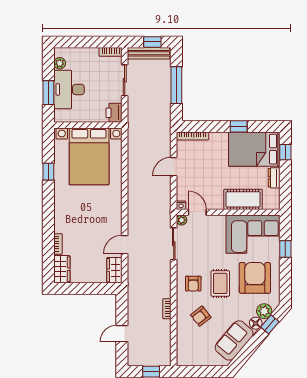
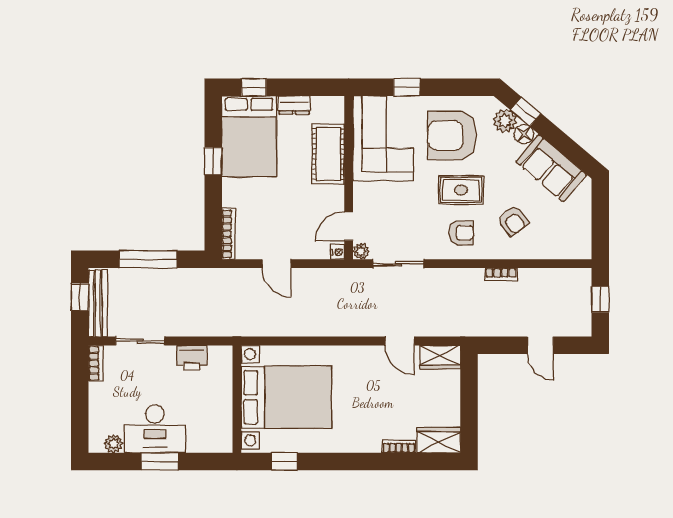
wall: (88, 125) -> (237, 399), moved
bed with nightstands: (89, 156) -> (286, 397), moved

